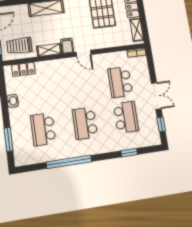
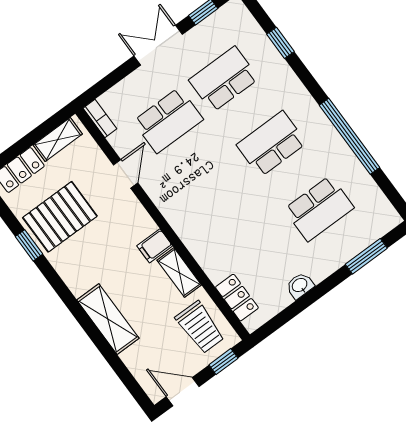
door: (83, 53) -> (126, 174), moved
school desk: (85, 123) -> (271, 144), turned 180

